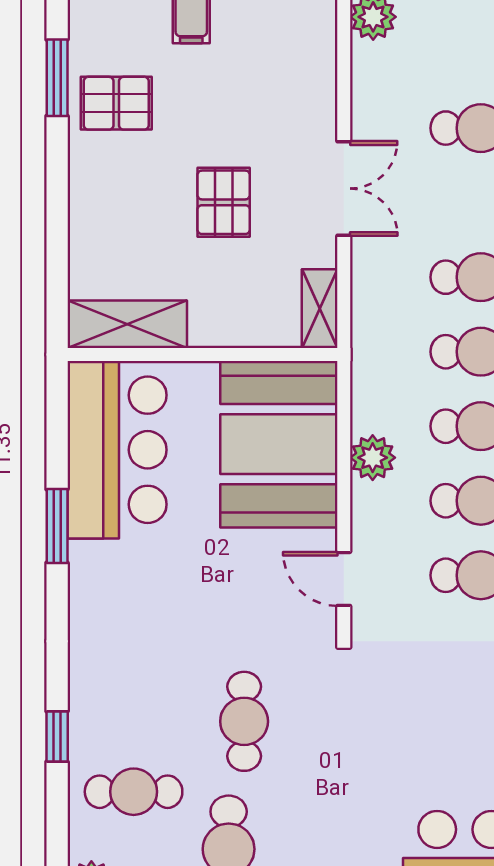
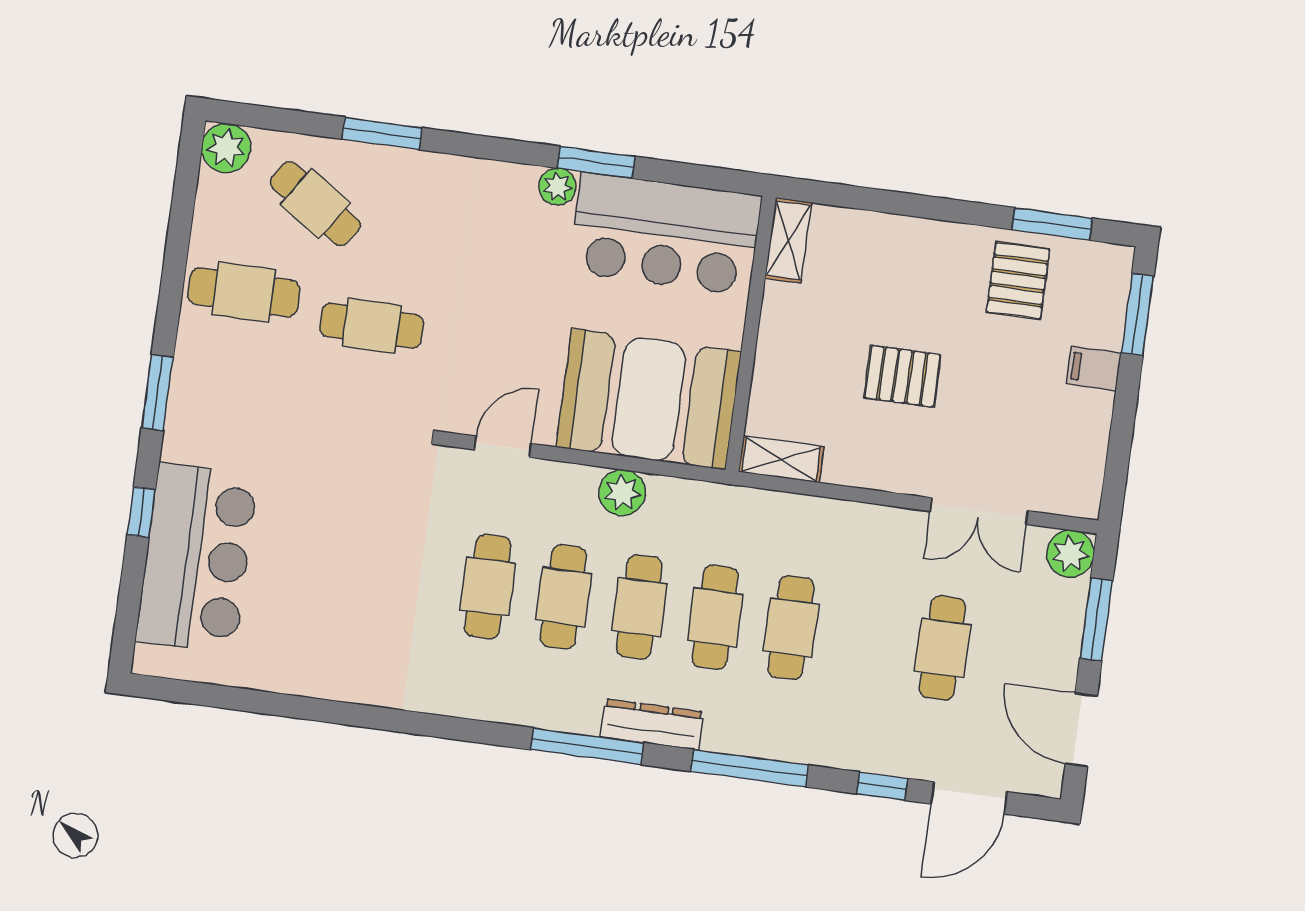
double door: (344, 188) -> (979, 511), moved
shelving: (127, 324) -> (788, 240), width x0.67, depth x0.75
plant: (86, 560) -> (557, 187), added
window: (57, 736) -> (382, 133), width x1.50
cafe table: (134, 792) -> (315, 204), turned -56

